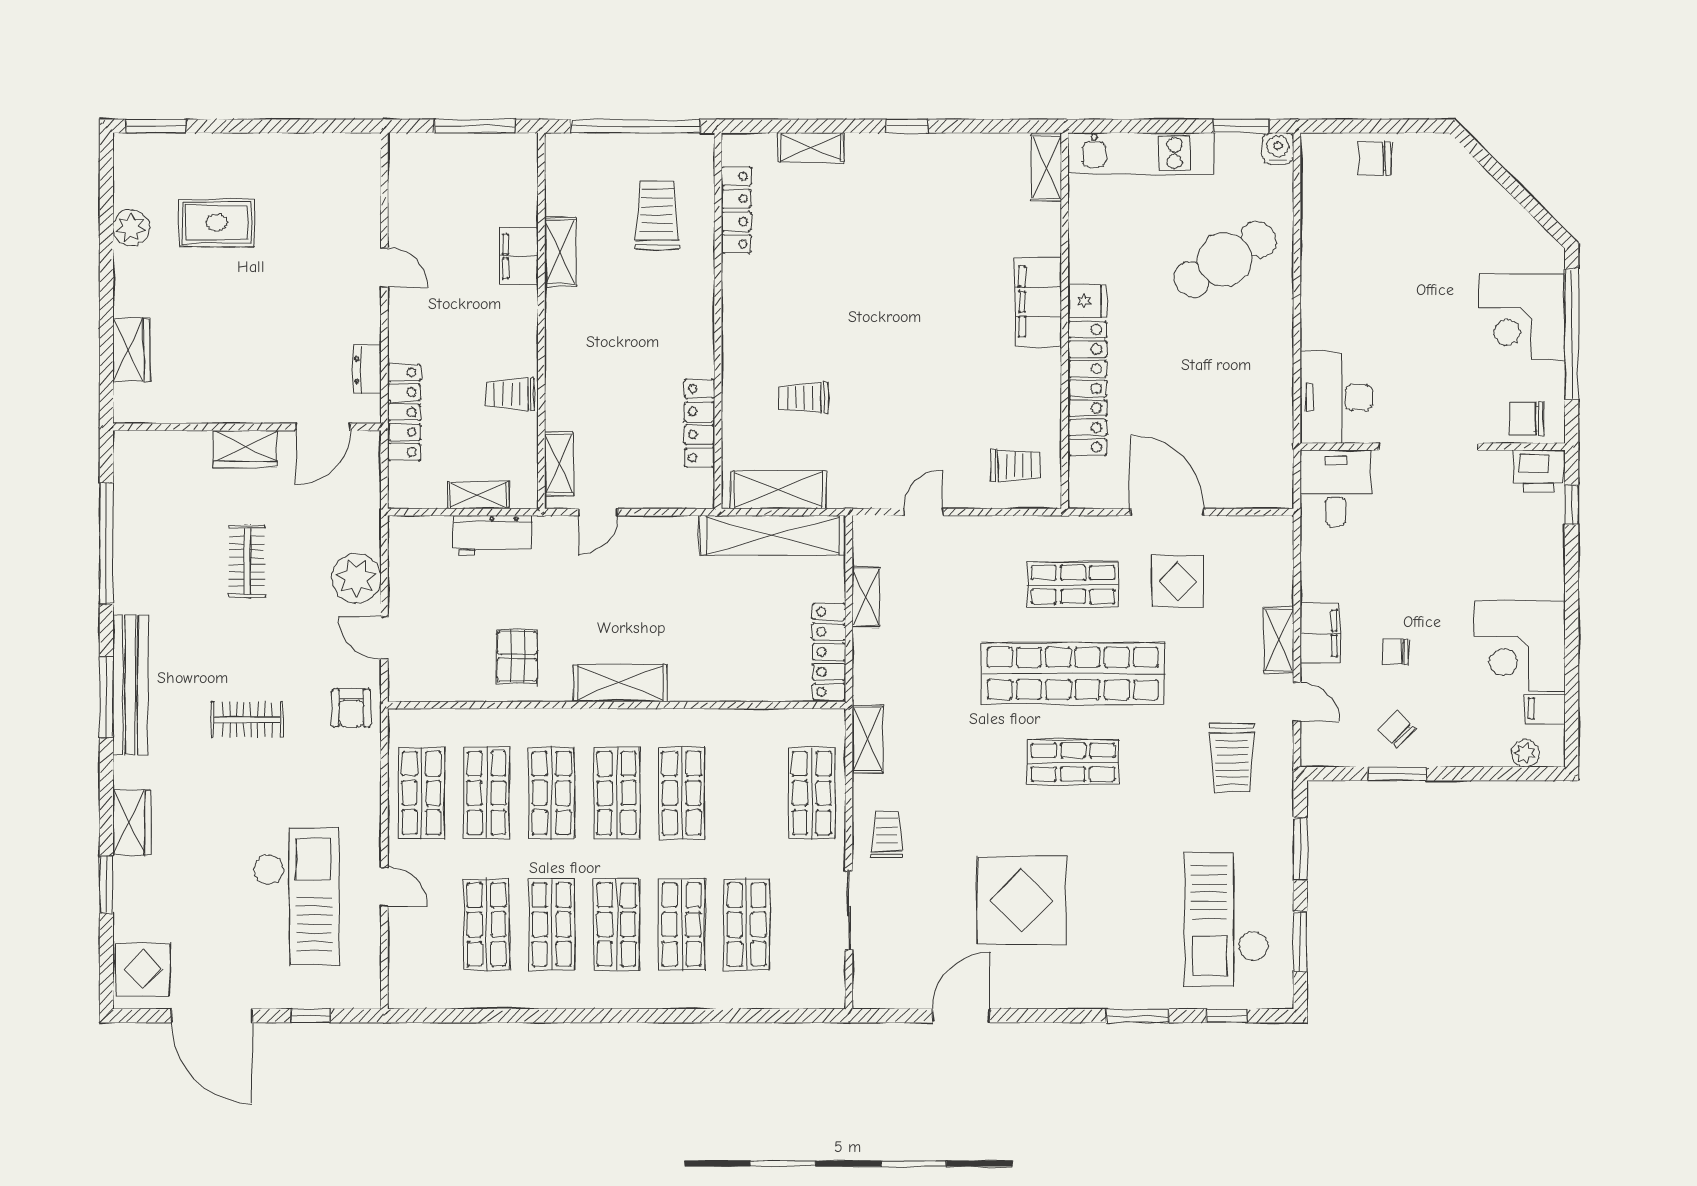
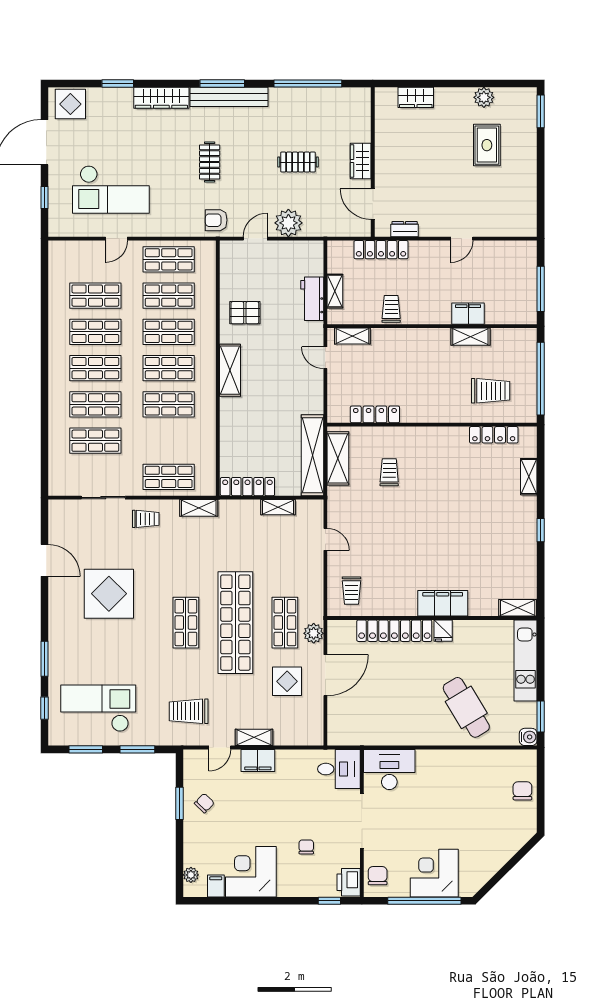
plant: (1092, 533) -> (314, 633), added
chair: (1396, 652) -> (306, 847), moved
wardrobe: (132, 823) -> (161, 98), width x1.50

